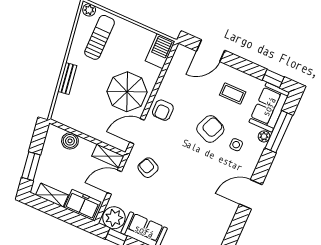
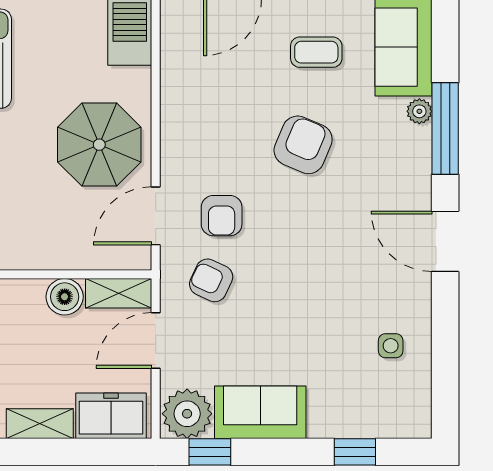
armchair: (163, 110) -> (222, 216), moved
window: (279, 132) -> (445, 128), moved
boiler: (70, 141) -> (65, 297), moved
side table: (236, 145) -> (391, 346), moved
door: (251, 194) -> (445, 241), hinge flipped

